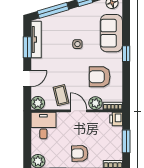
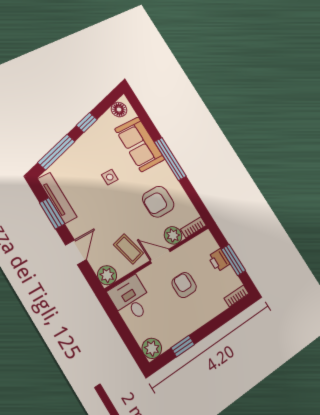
window: (126, 54) -> (170, 159), width x2.17
printer: (116, 119) -> (219, 260), moved
armchair: (80, 153) -> (184, 285), moved, turned 92

